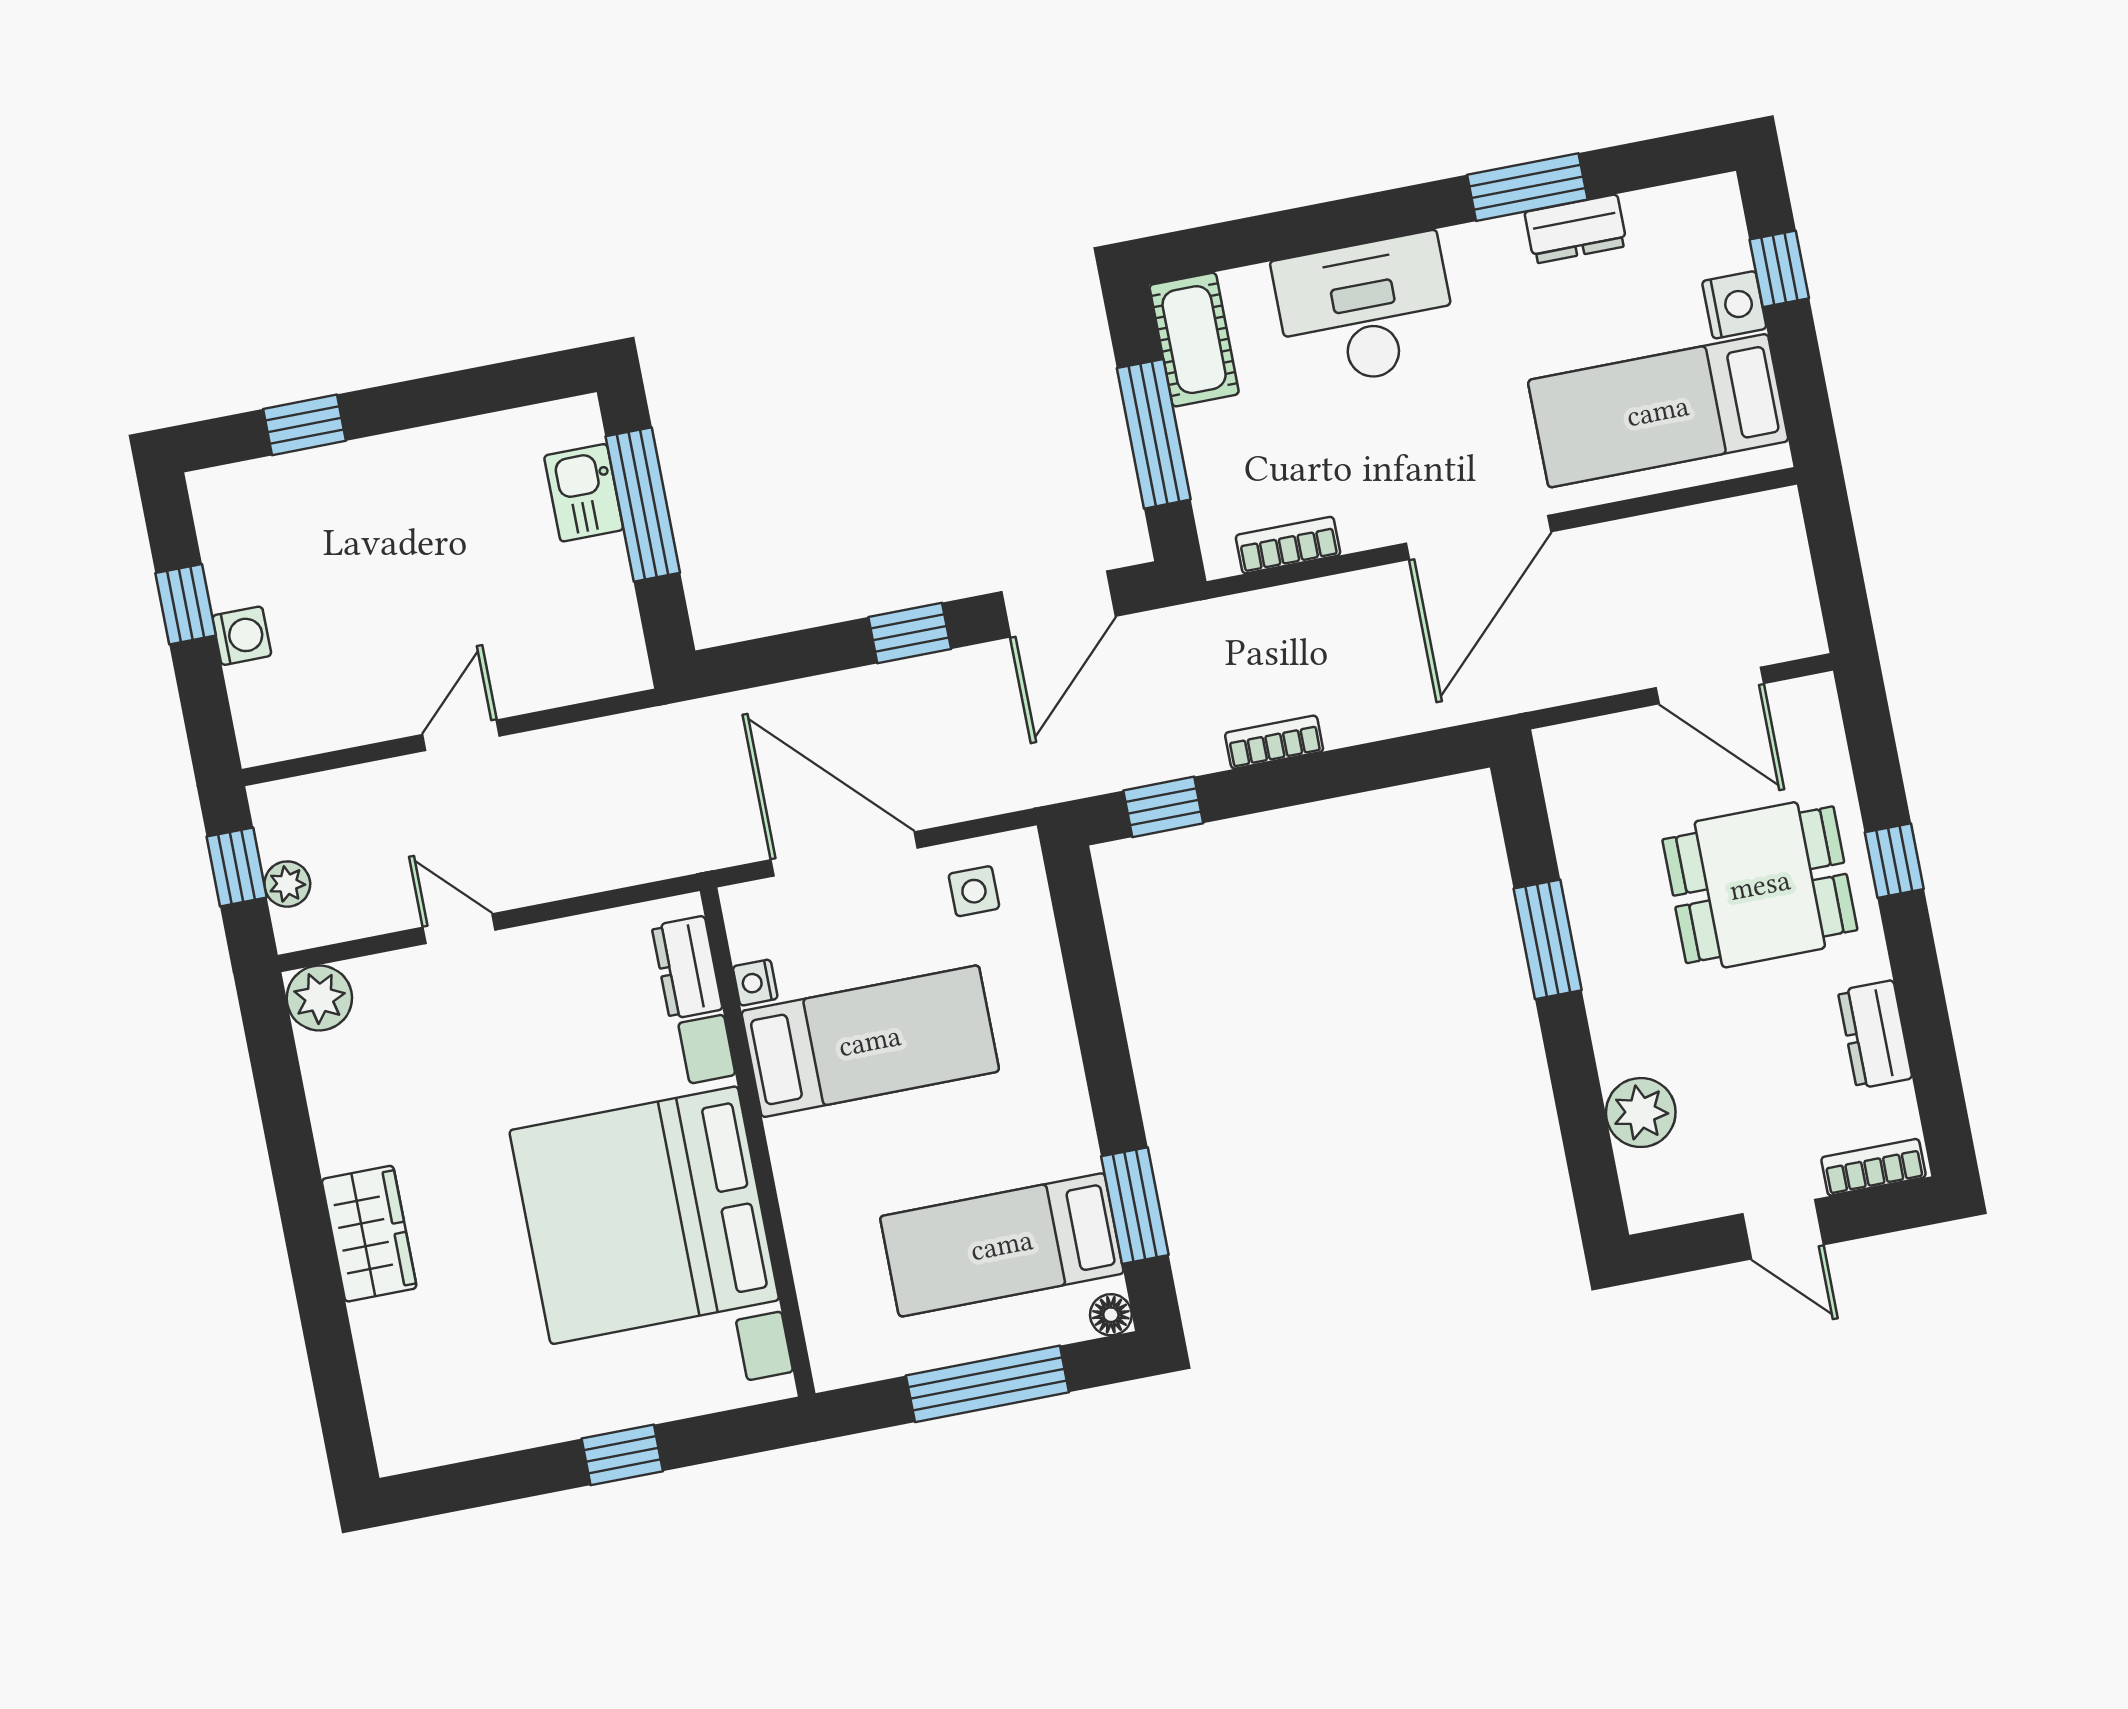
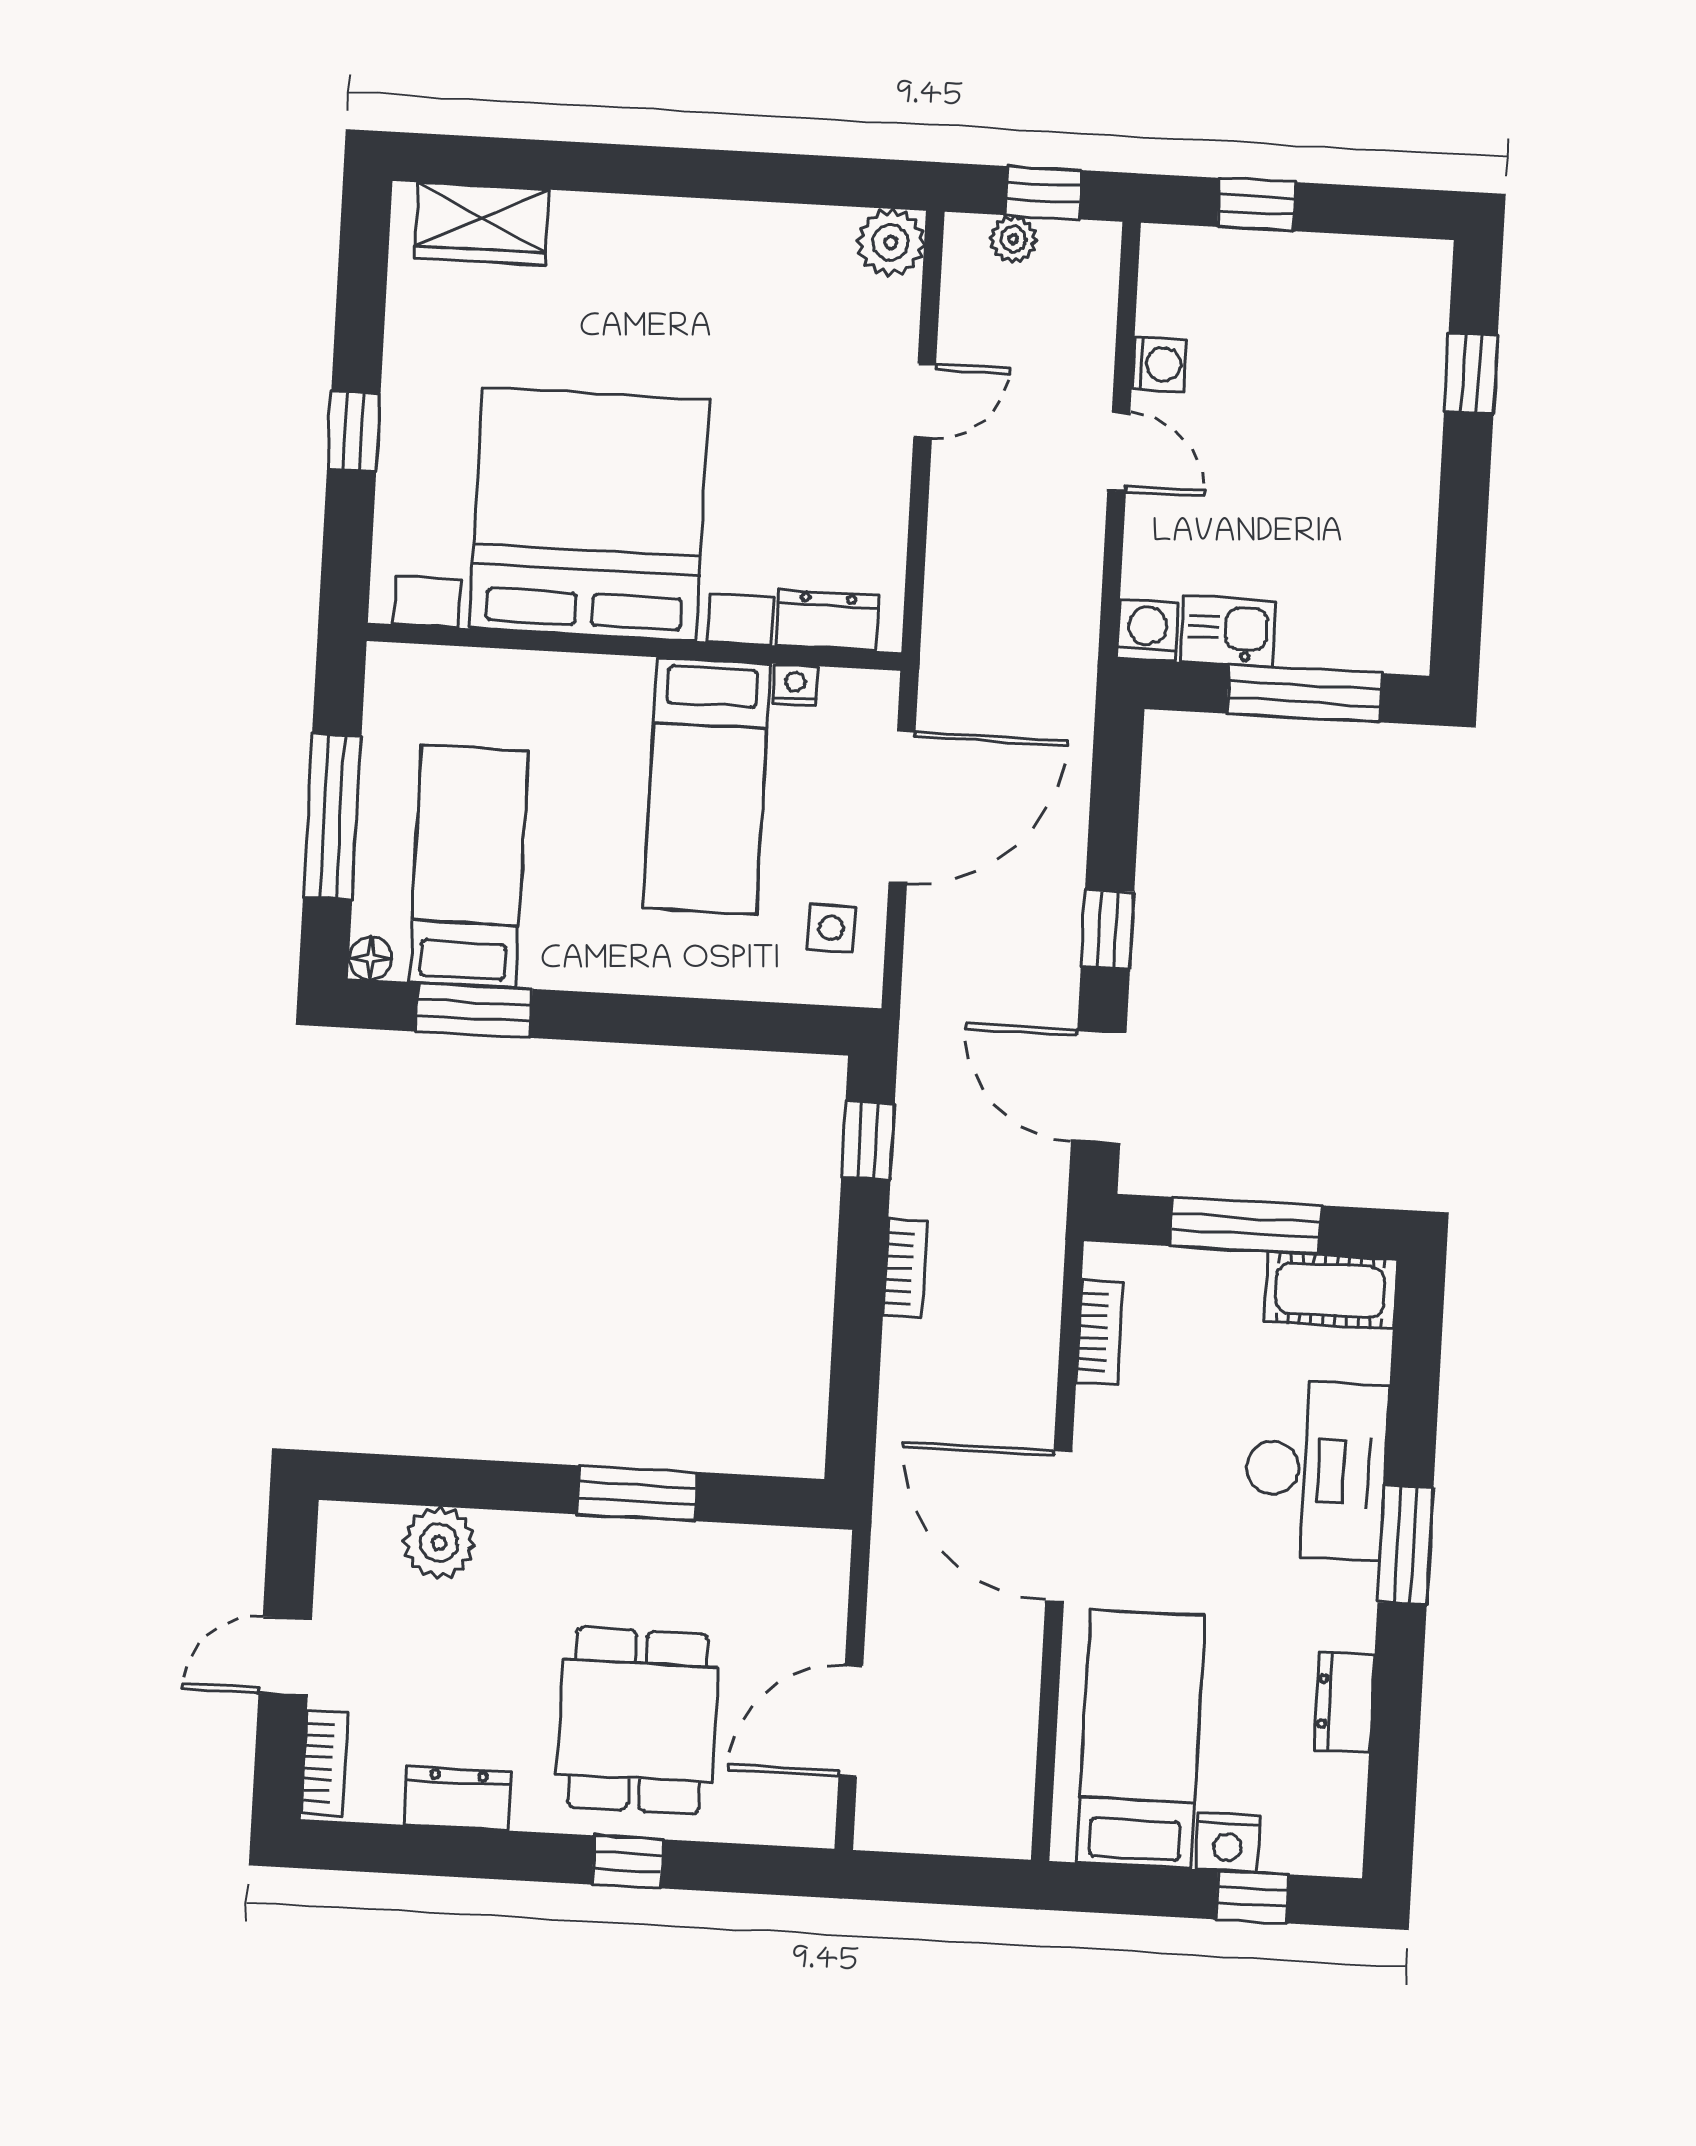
window: (1527, 187) -> (1405, 1545), moved
kitchen sink: (584, 493) -> (1228, 631), moved
window: (186, 604) -> (1256, 205), moved
washing machine: (242, 636) -> (1159, 364), moved, turned -90
washing machine: (621, 666) -> (1148, 631), added
wardrobe: (369, 1234) -> (482, 224), moved

